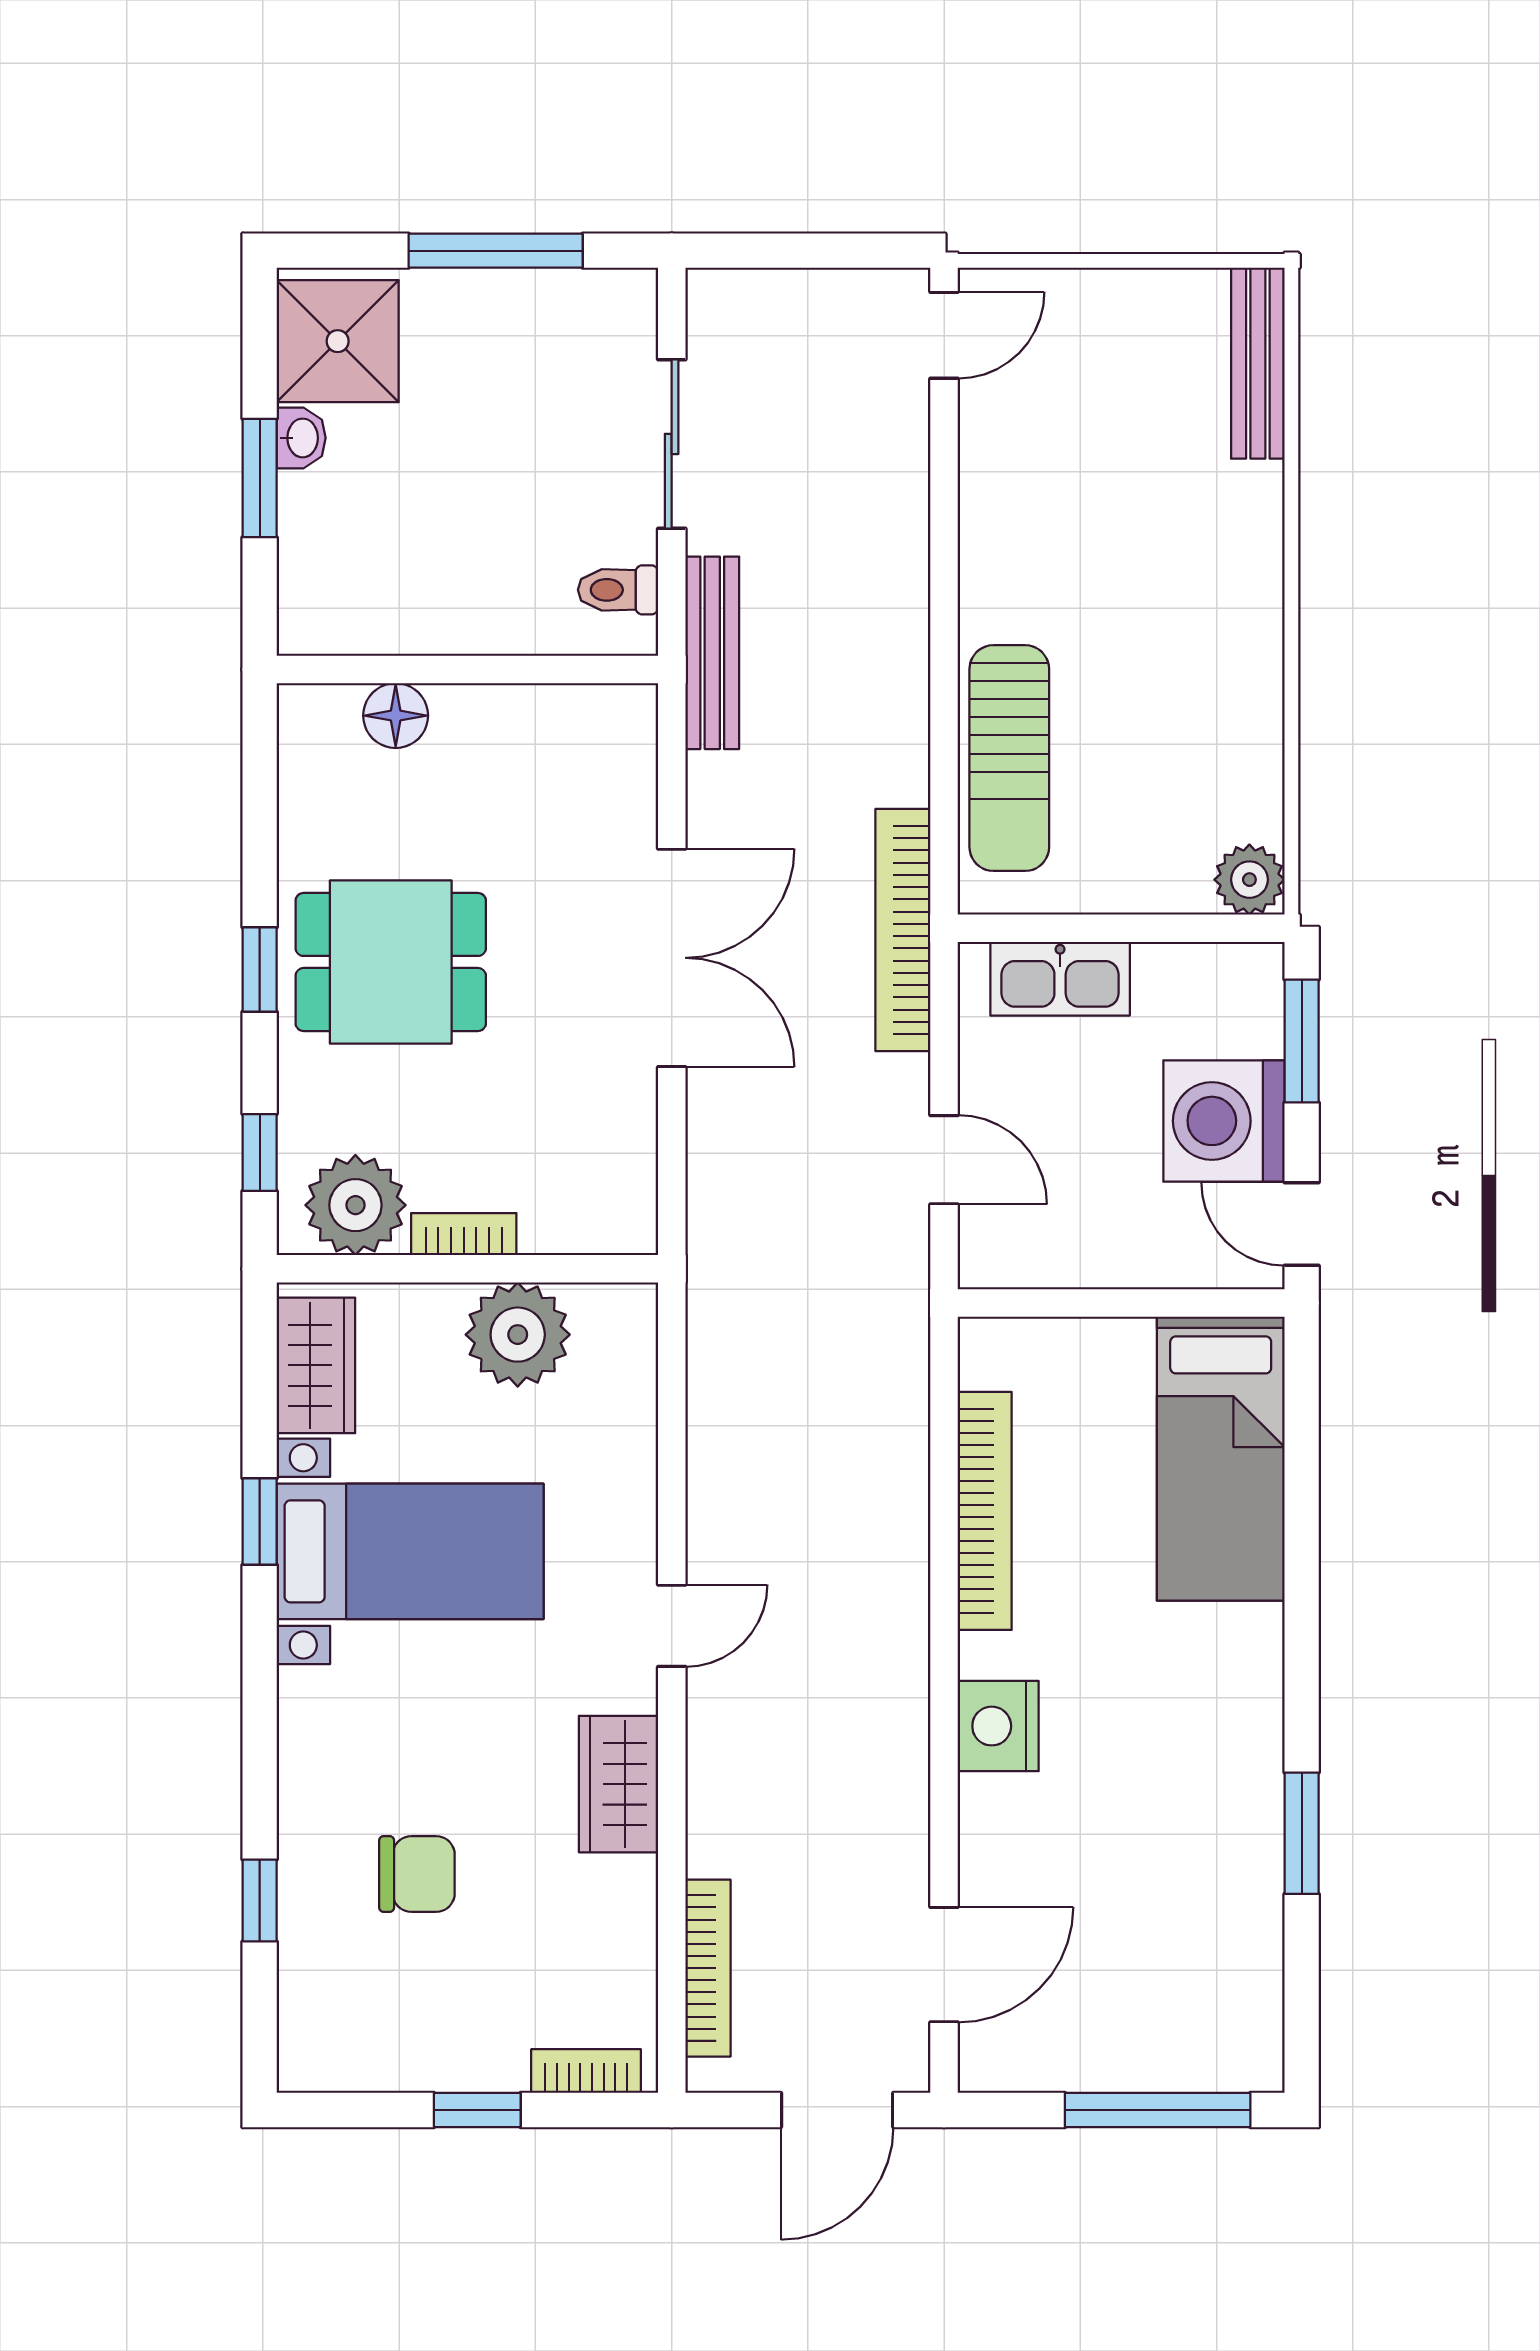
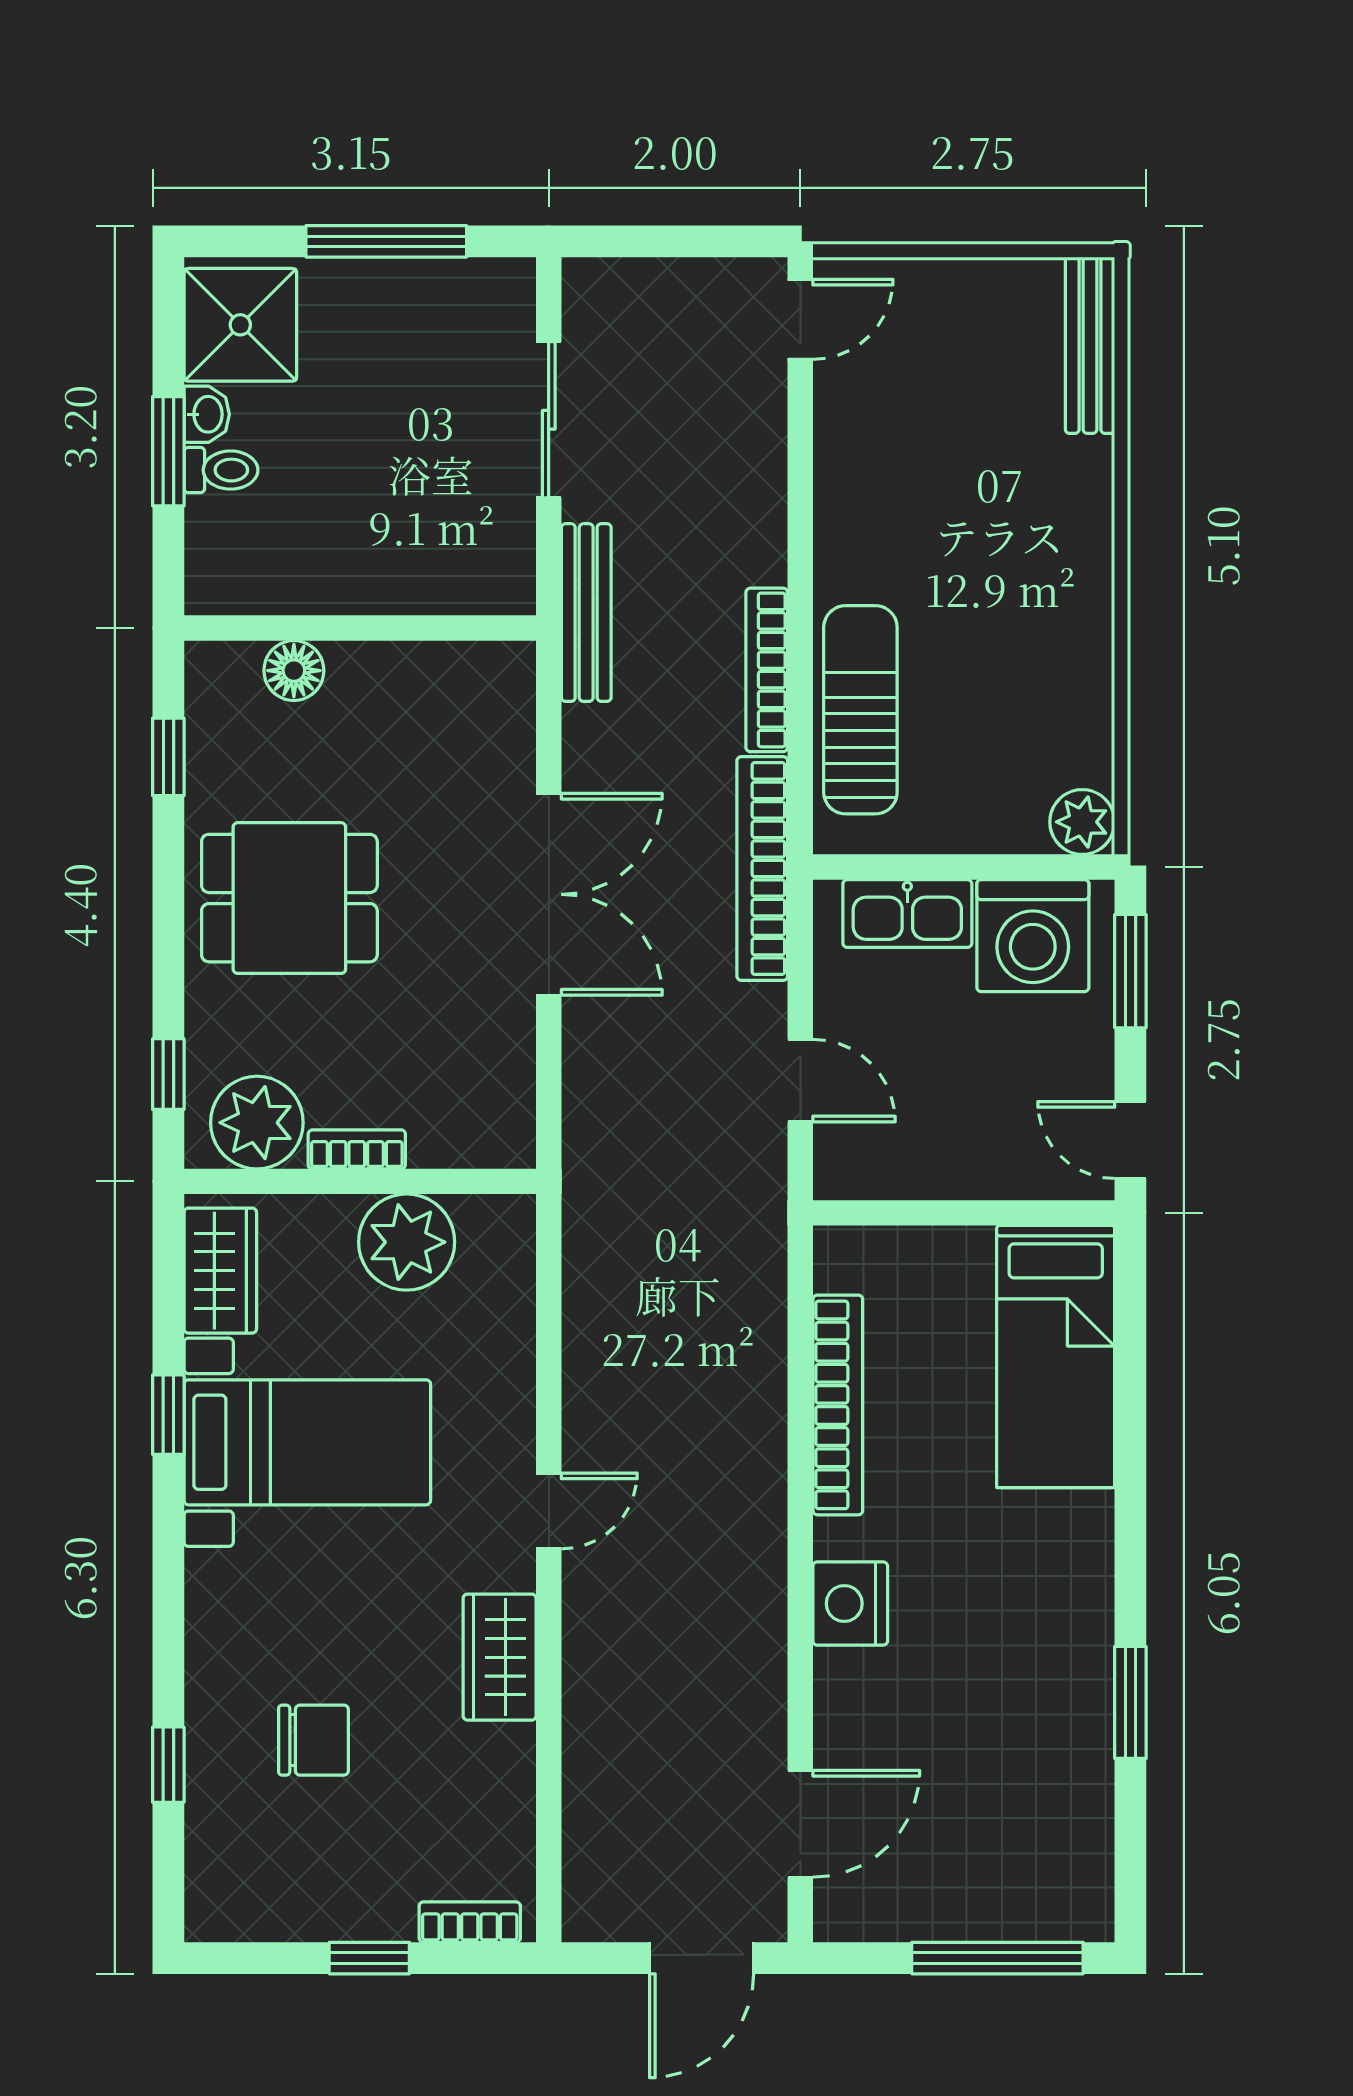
toilet: (618, 590) -> (221, 470), moved, turned 180
sun lounger: (1009, 758) -> (860, 710), turned 180
window: (260, 969) -> (168, 757), moved
washing machine: (1224, 1121) -> (1033, 936), moved, turned -90
bookcase: (708, 1968) -> (767, 670), moved, turned 180

